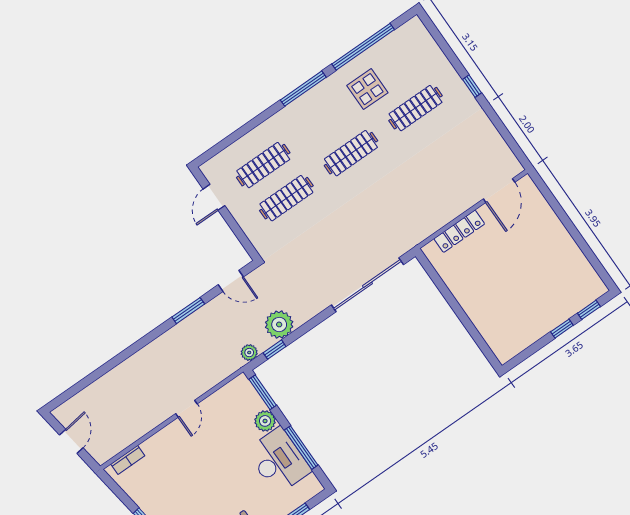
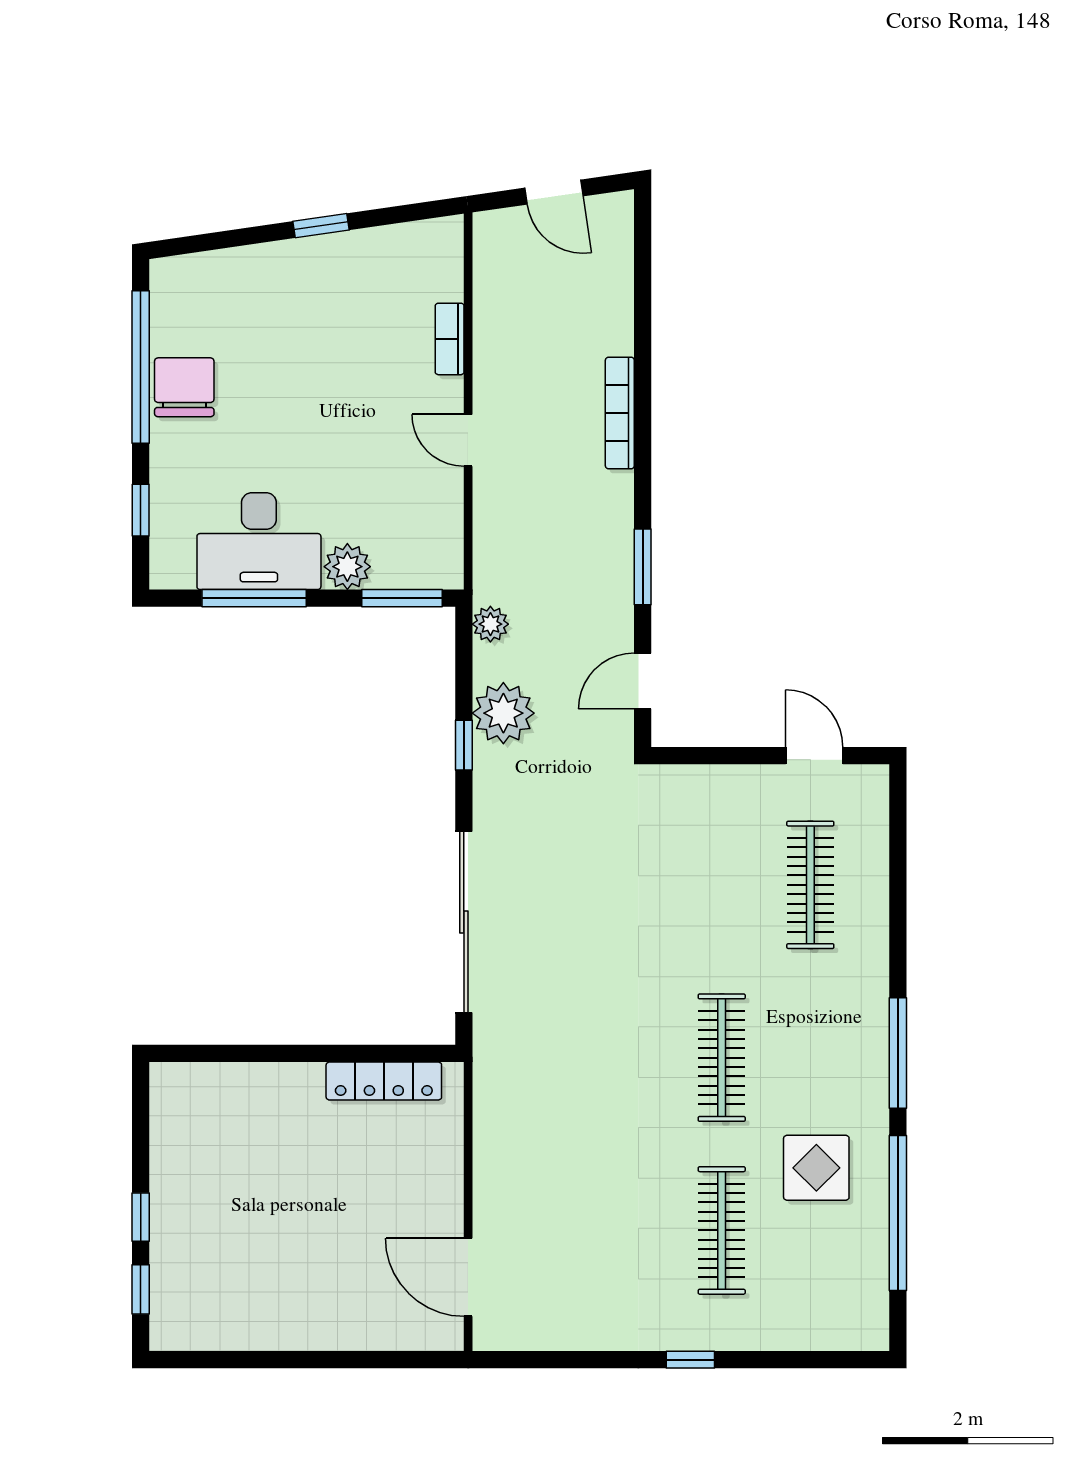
clothes rail: (286, 198) -> (722, 885), removed
locker: (459, 231) -> (384, 1081), moved, turned -90
window: (275, 350) -> (464, 745), moved
bookcase: (137, 359) -> (620, 413), added
bookcase: (128, 460) -> (450, 339), moved

